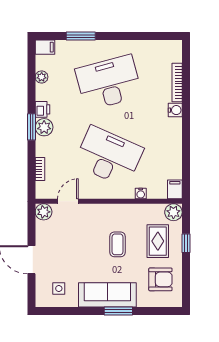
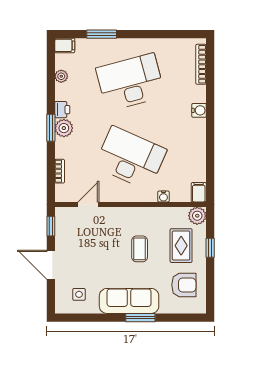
bookcase: (177, 82) -> (201, 64), moved
plant: (44, 212) -> (63, 215), removed
window: (31, 222) -> (51, 226), added

